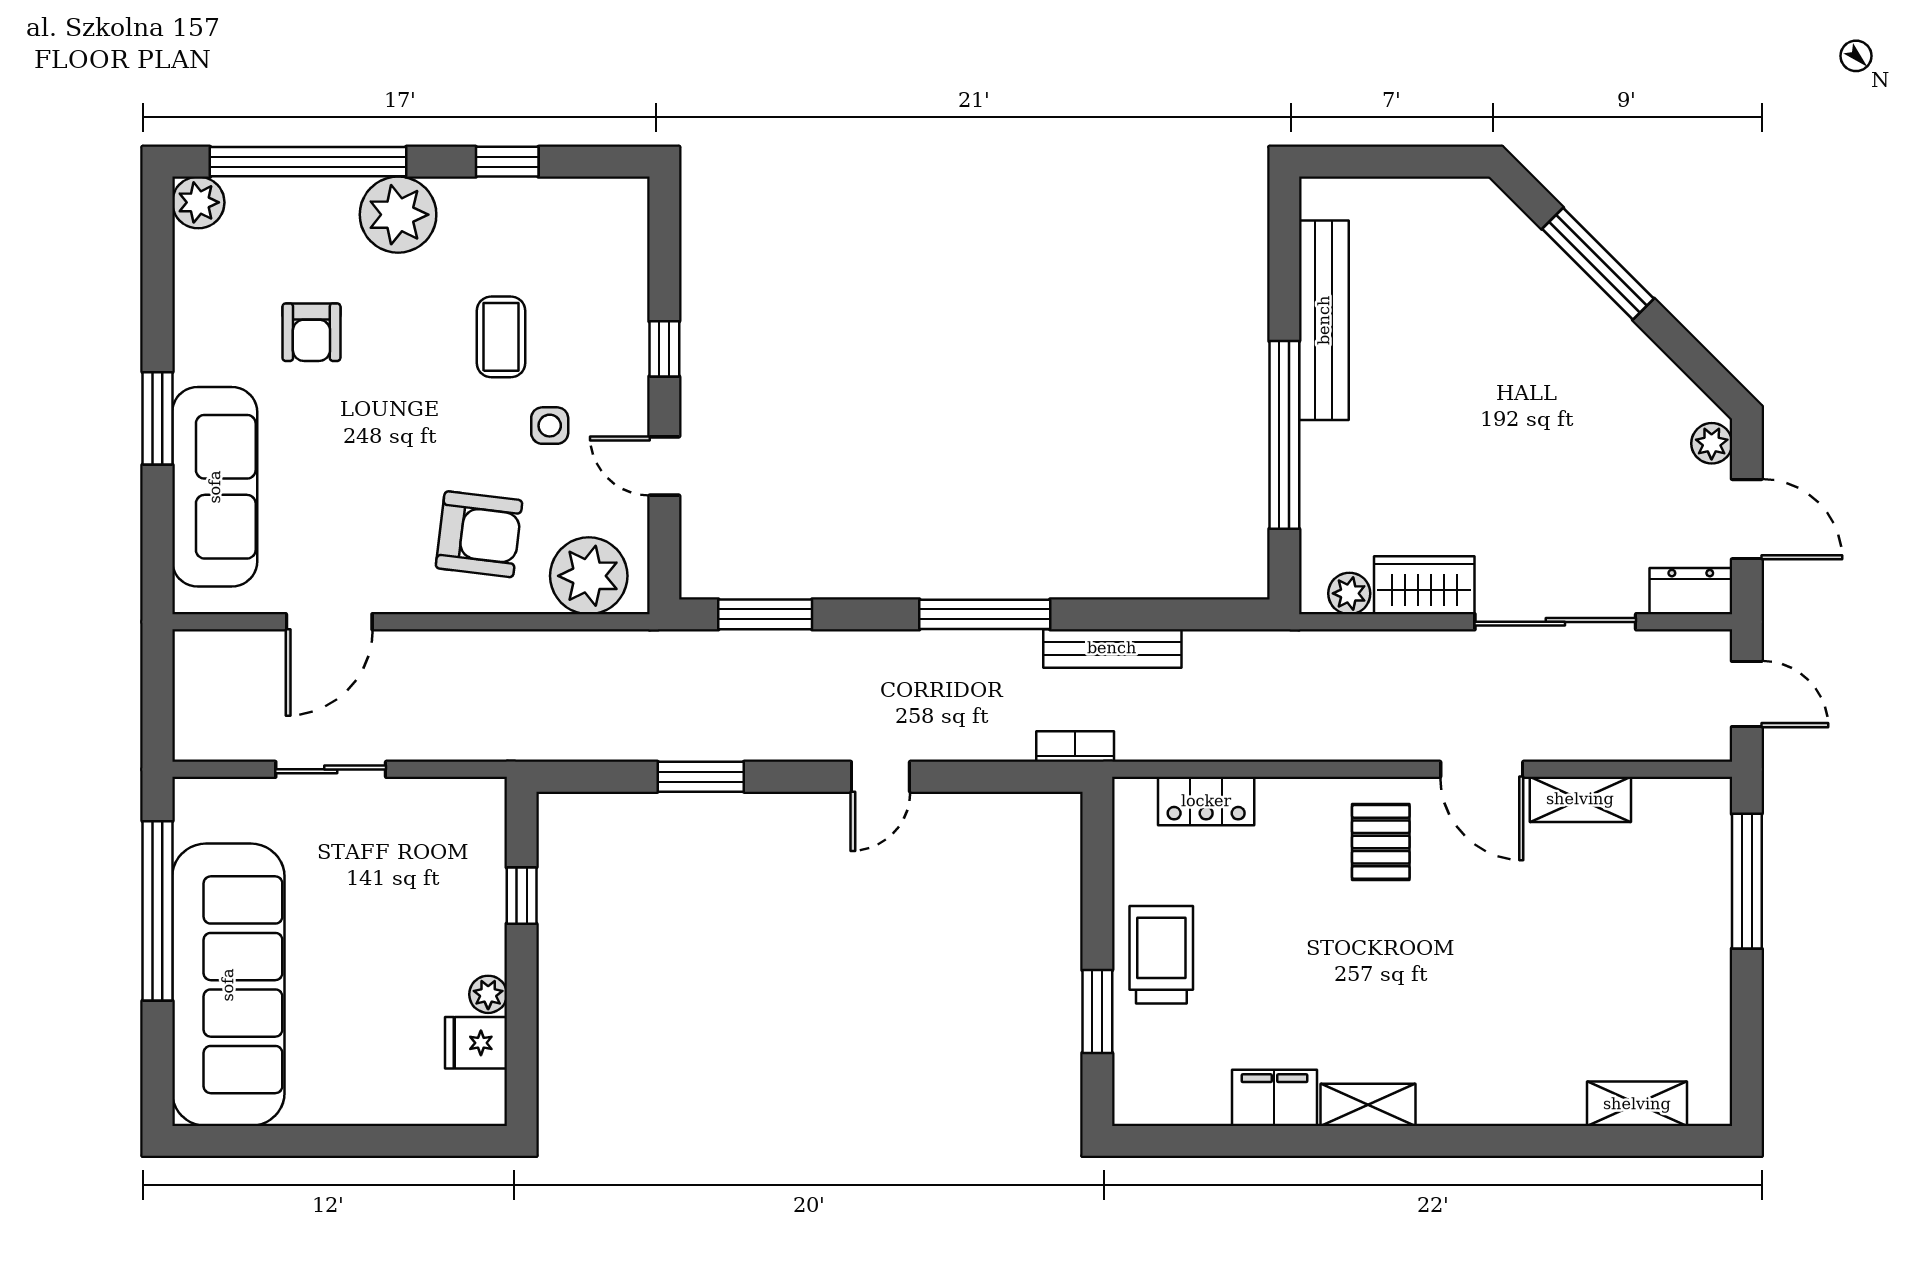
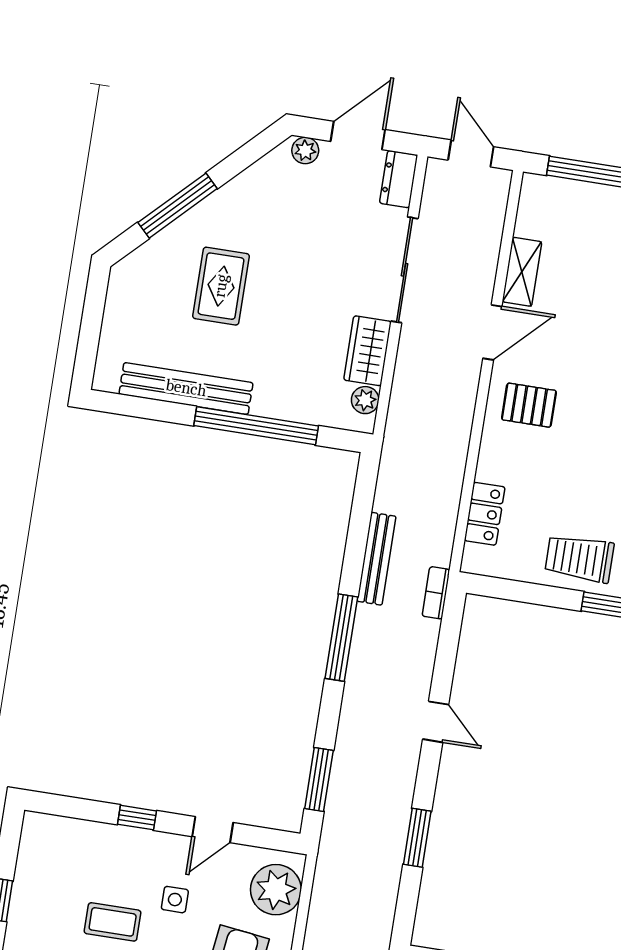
rug: (1487, 349) -> (221, 286), added
door: (1747, 694) -> (471, 153), hinge flipped

